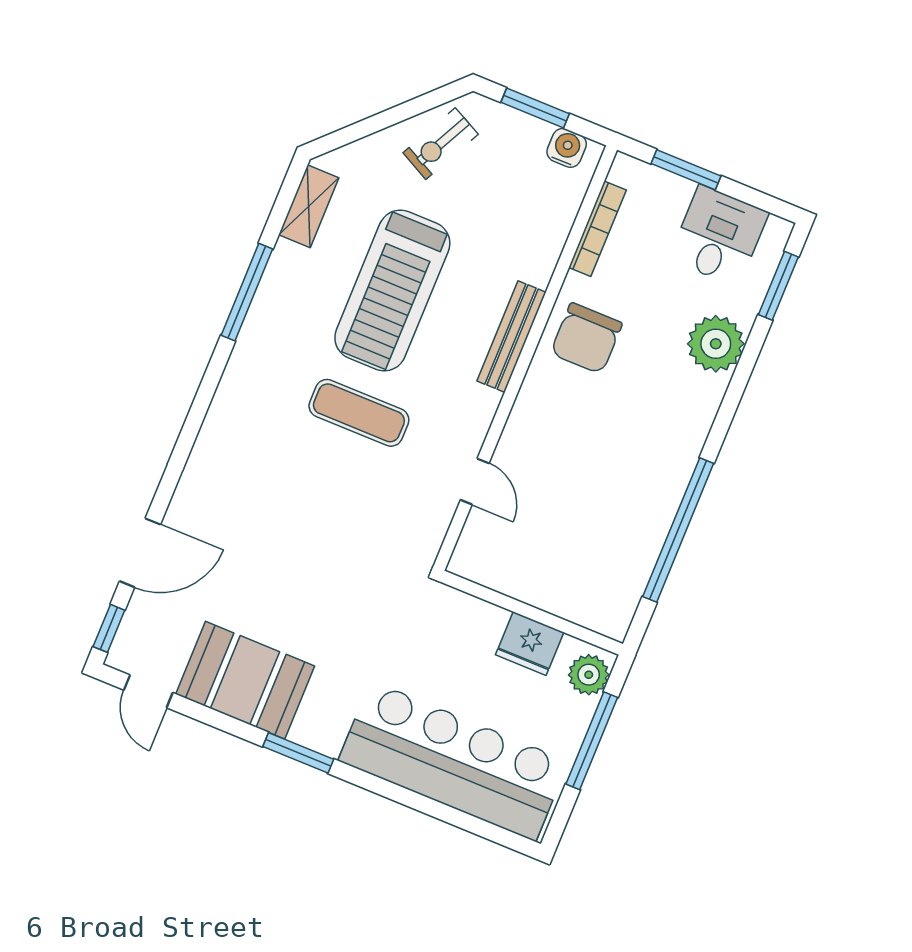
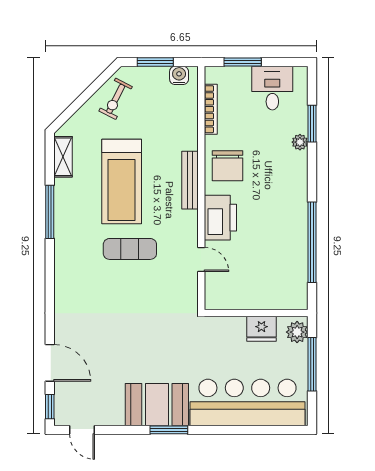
window: (778, 286) -> (312, 124), moved
plant: (716, 344) -> (300, 142), width x0.53, depth x0.53
printer: (537, 423) -> (220, 218), added
door: (140, 553) -> (50, 363), hinge flipped
booth: (245, 680) -> (157, 405), moved

